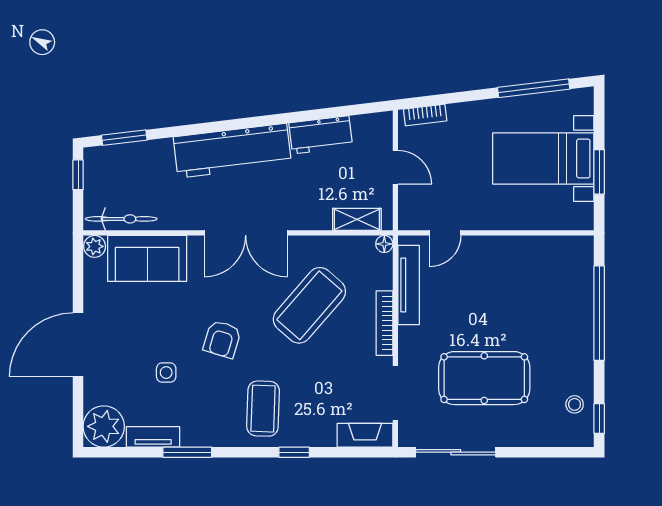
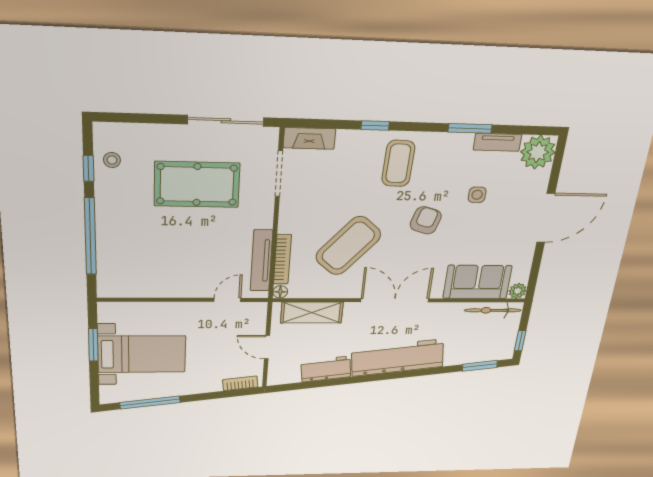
shelving: (357, 219) -> (312, 313), width x1.50, depth x1.33
bookcase: (384, 323) -> (282, 259), moved
window: (599, 419) -> (88, 168), moved

